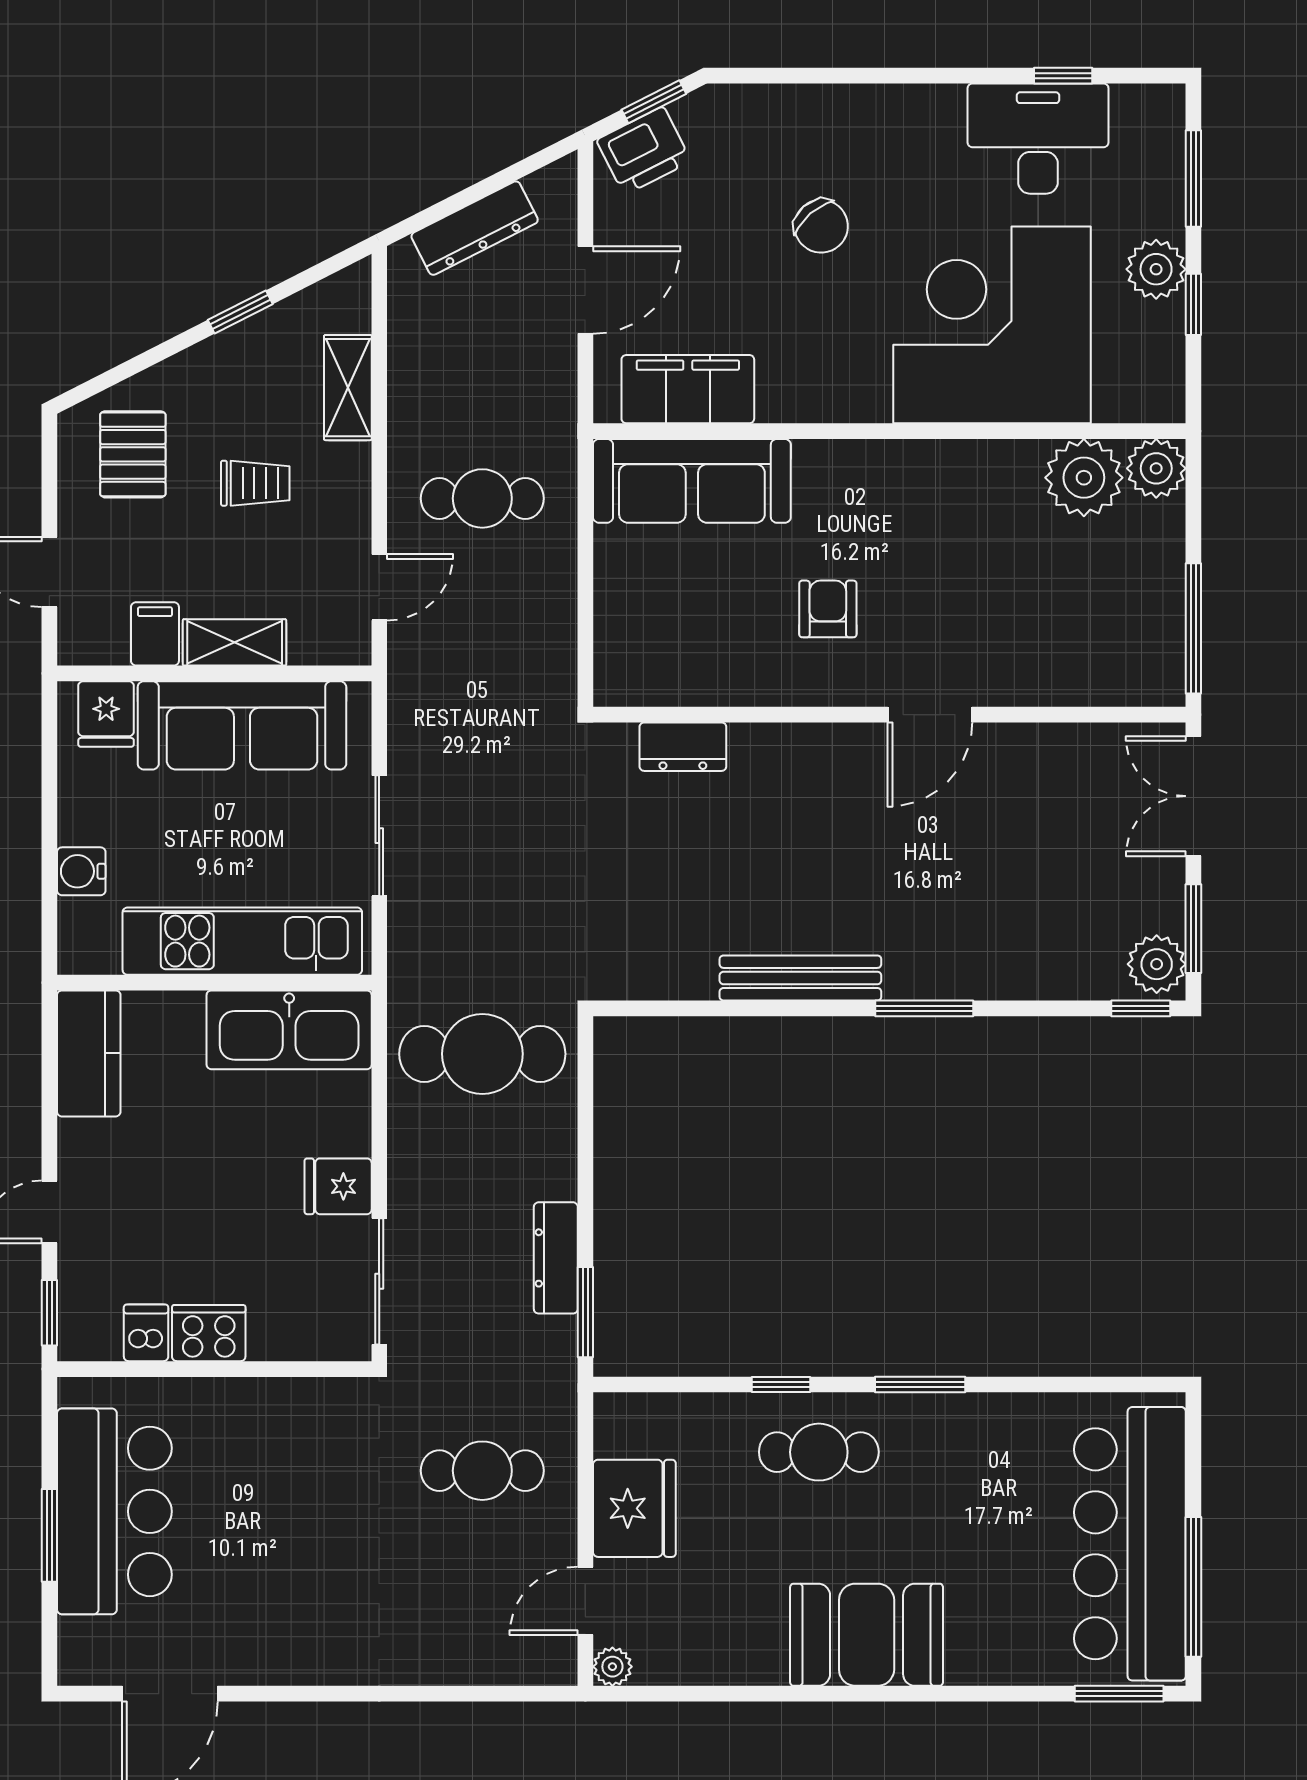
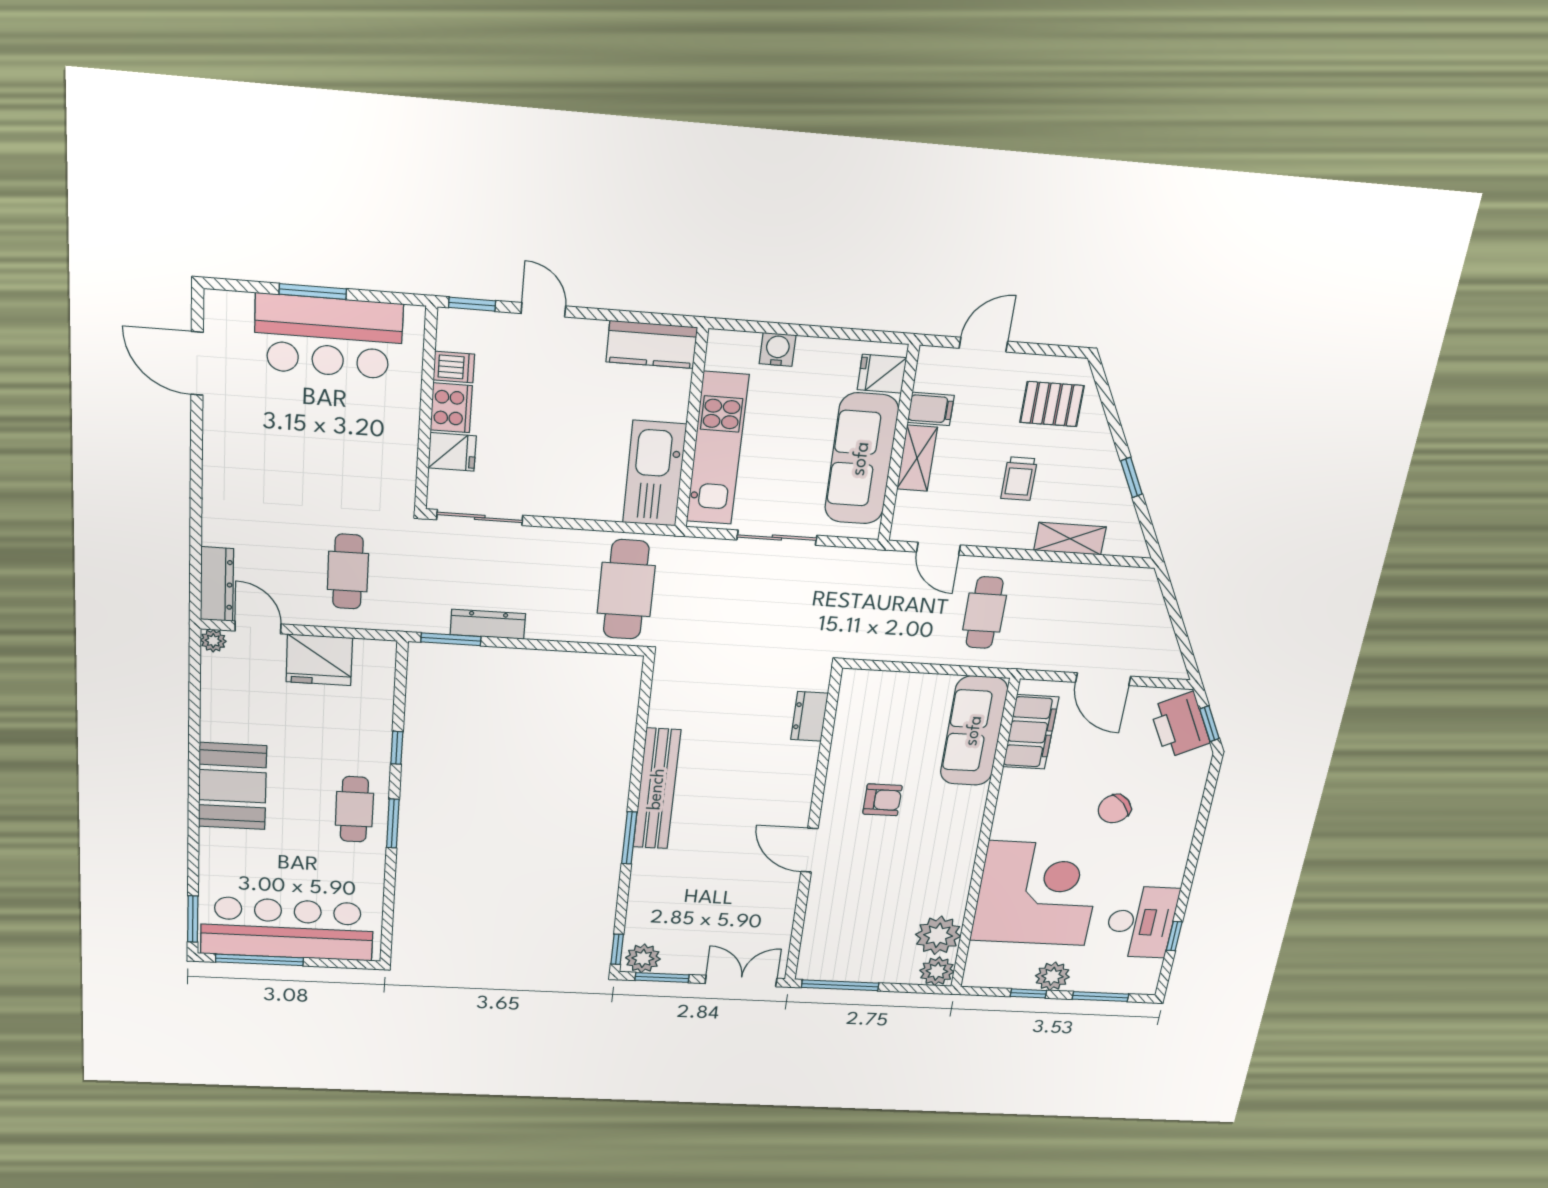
printer: (644, 151) -> (1180, 725), width x1.37, depth x1.19
dresser: (475, 228) -> (217, 584), moved, turned -153
bench: (800, 978) -> (657, 789), width x1.37, depth x1.21
fridge: (338, 1186) -> (452, 452), moved, turned 90
cafe table: (819, 1452) -> (354, 809), moved

